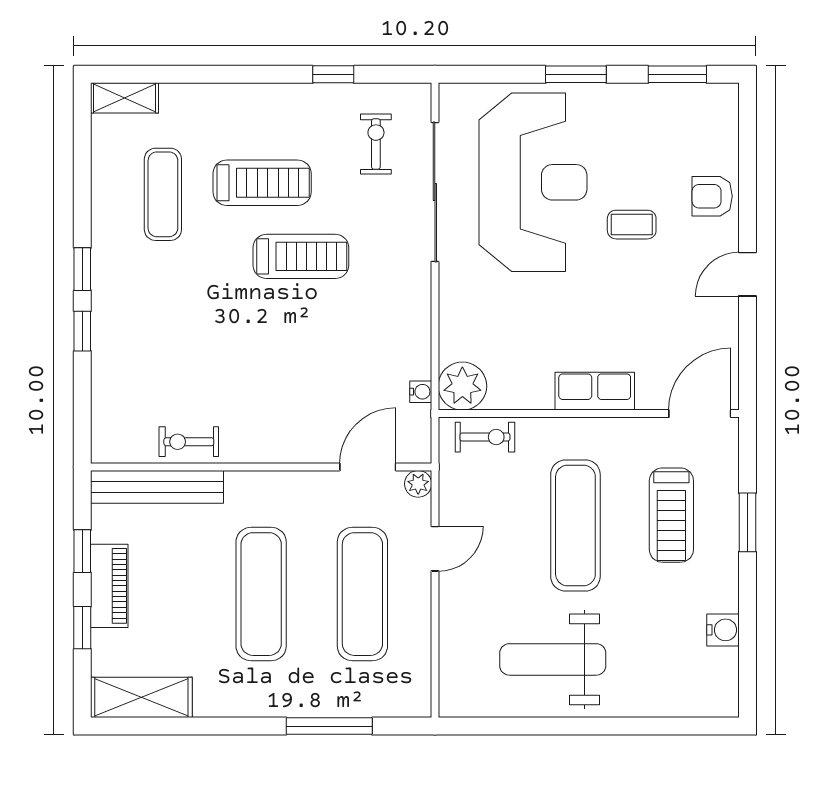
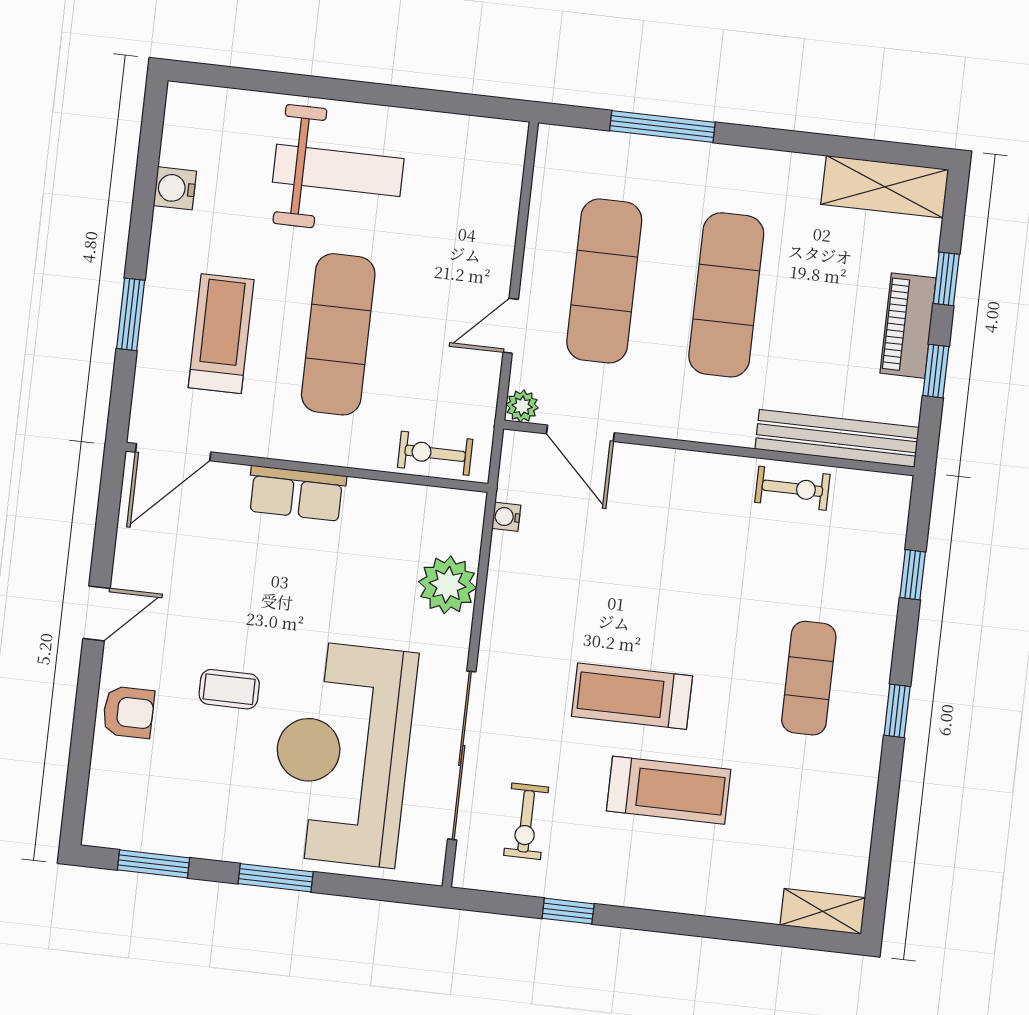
treadmill: (262, 183) -> (669, 790), turned 180
exercise mat: (163, 194) -> (809, 678), moved
window: (82, 331) -> (913, 575), moved
plant: (462, 386) -> (448, 585), moved
door: (368, 467) -> (580, 433), hinge flipped
weight bench: (553, 659) -> (338, 170), moved

